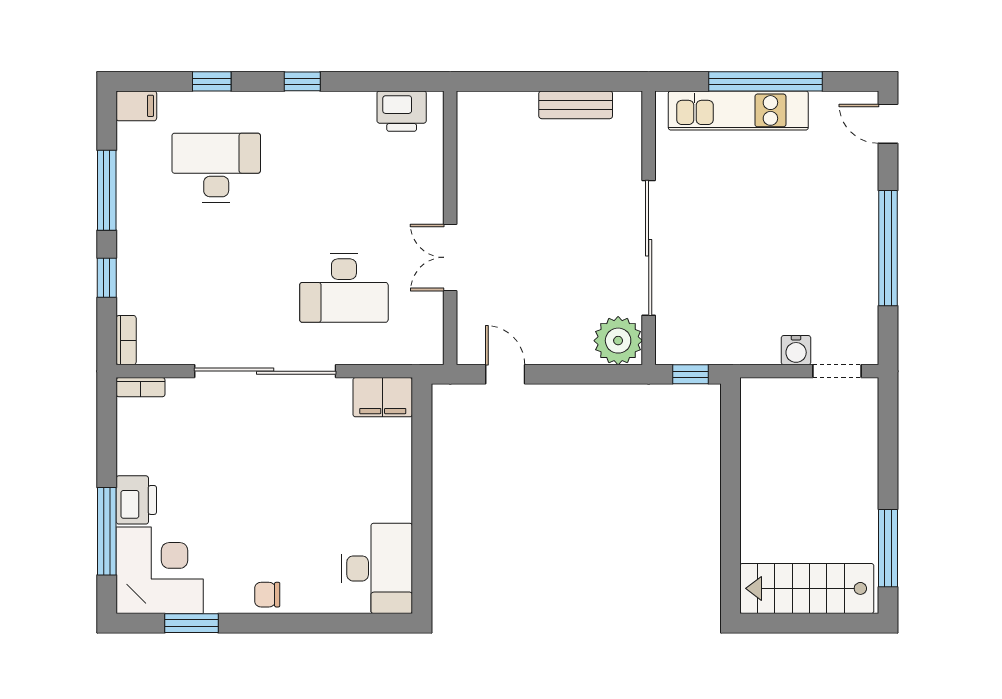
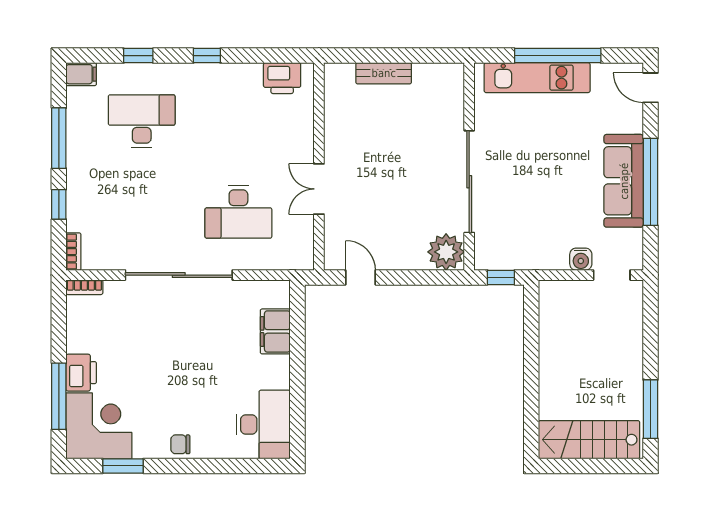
bench: (576, 105) -> (384, 73), moved
sofa: (853, 247) -> (624, 181), added
filing cabinet: (383, 397) -> (275, 331), moved, turned 90

